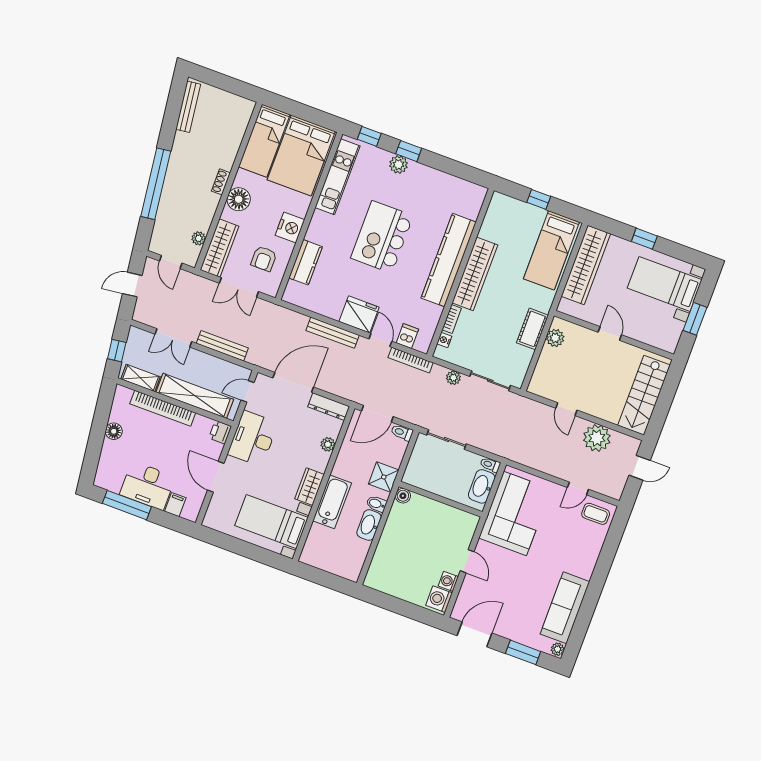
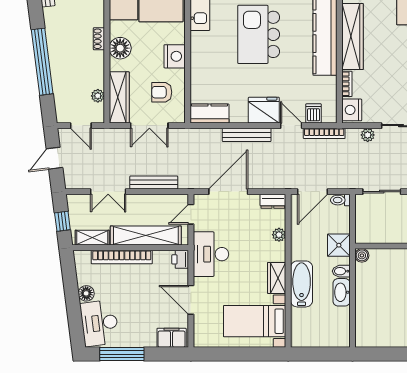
armchair: (264, 259) -> (162, 92), turned 90
kitchen counter: (306, 262) -> (209, 114), moved, turned -90
nightstand: (444, 340) -> (352, 110), width x1.89, depth x1.79
dresser: (329, 407) -> (273, 201), width x0.70
desk: (148, 486) -> (100, 323), moved, turned 83
filing cabinet: (175, 505) -> (172, 338), width x2.00

